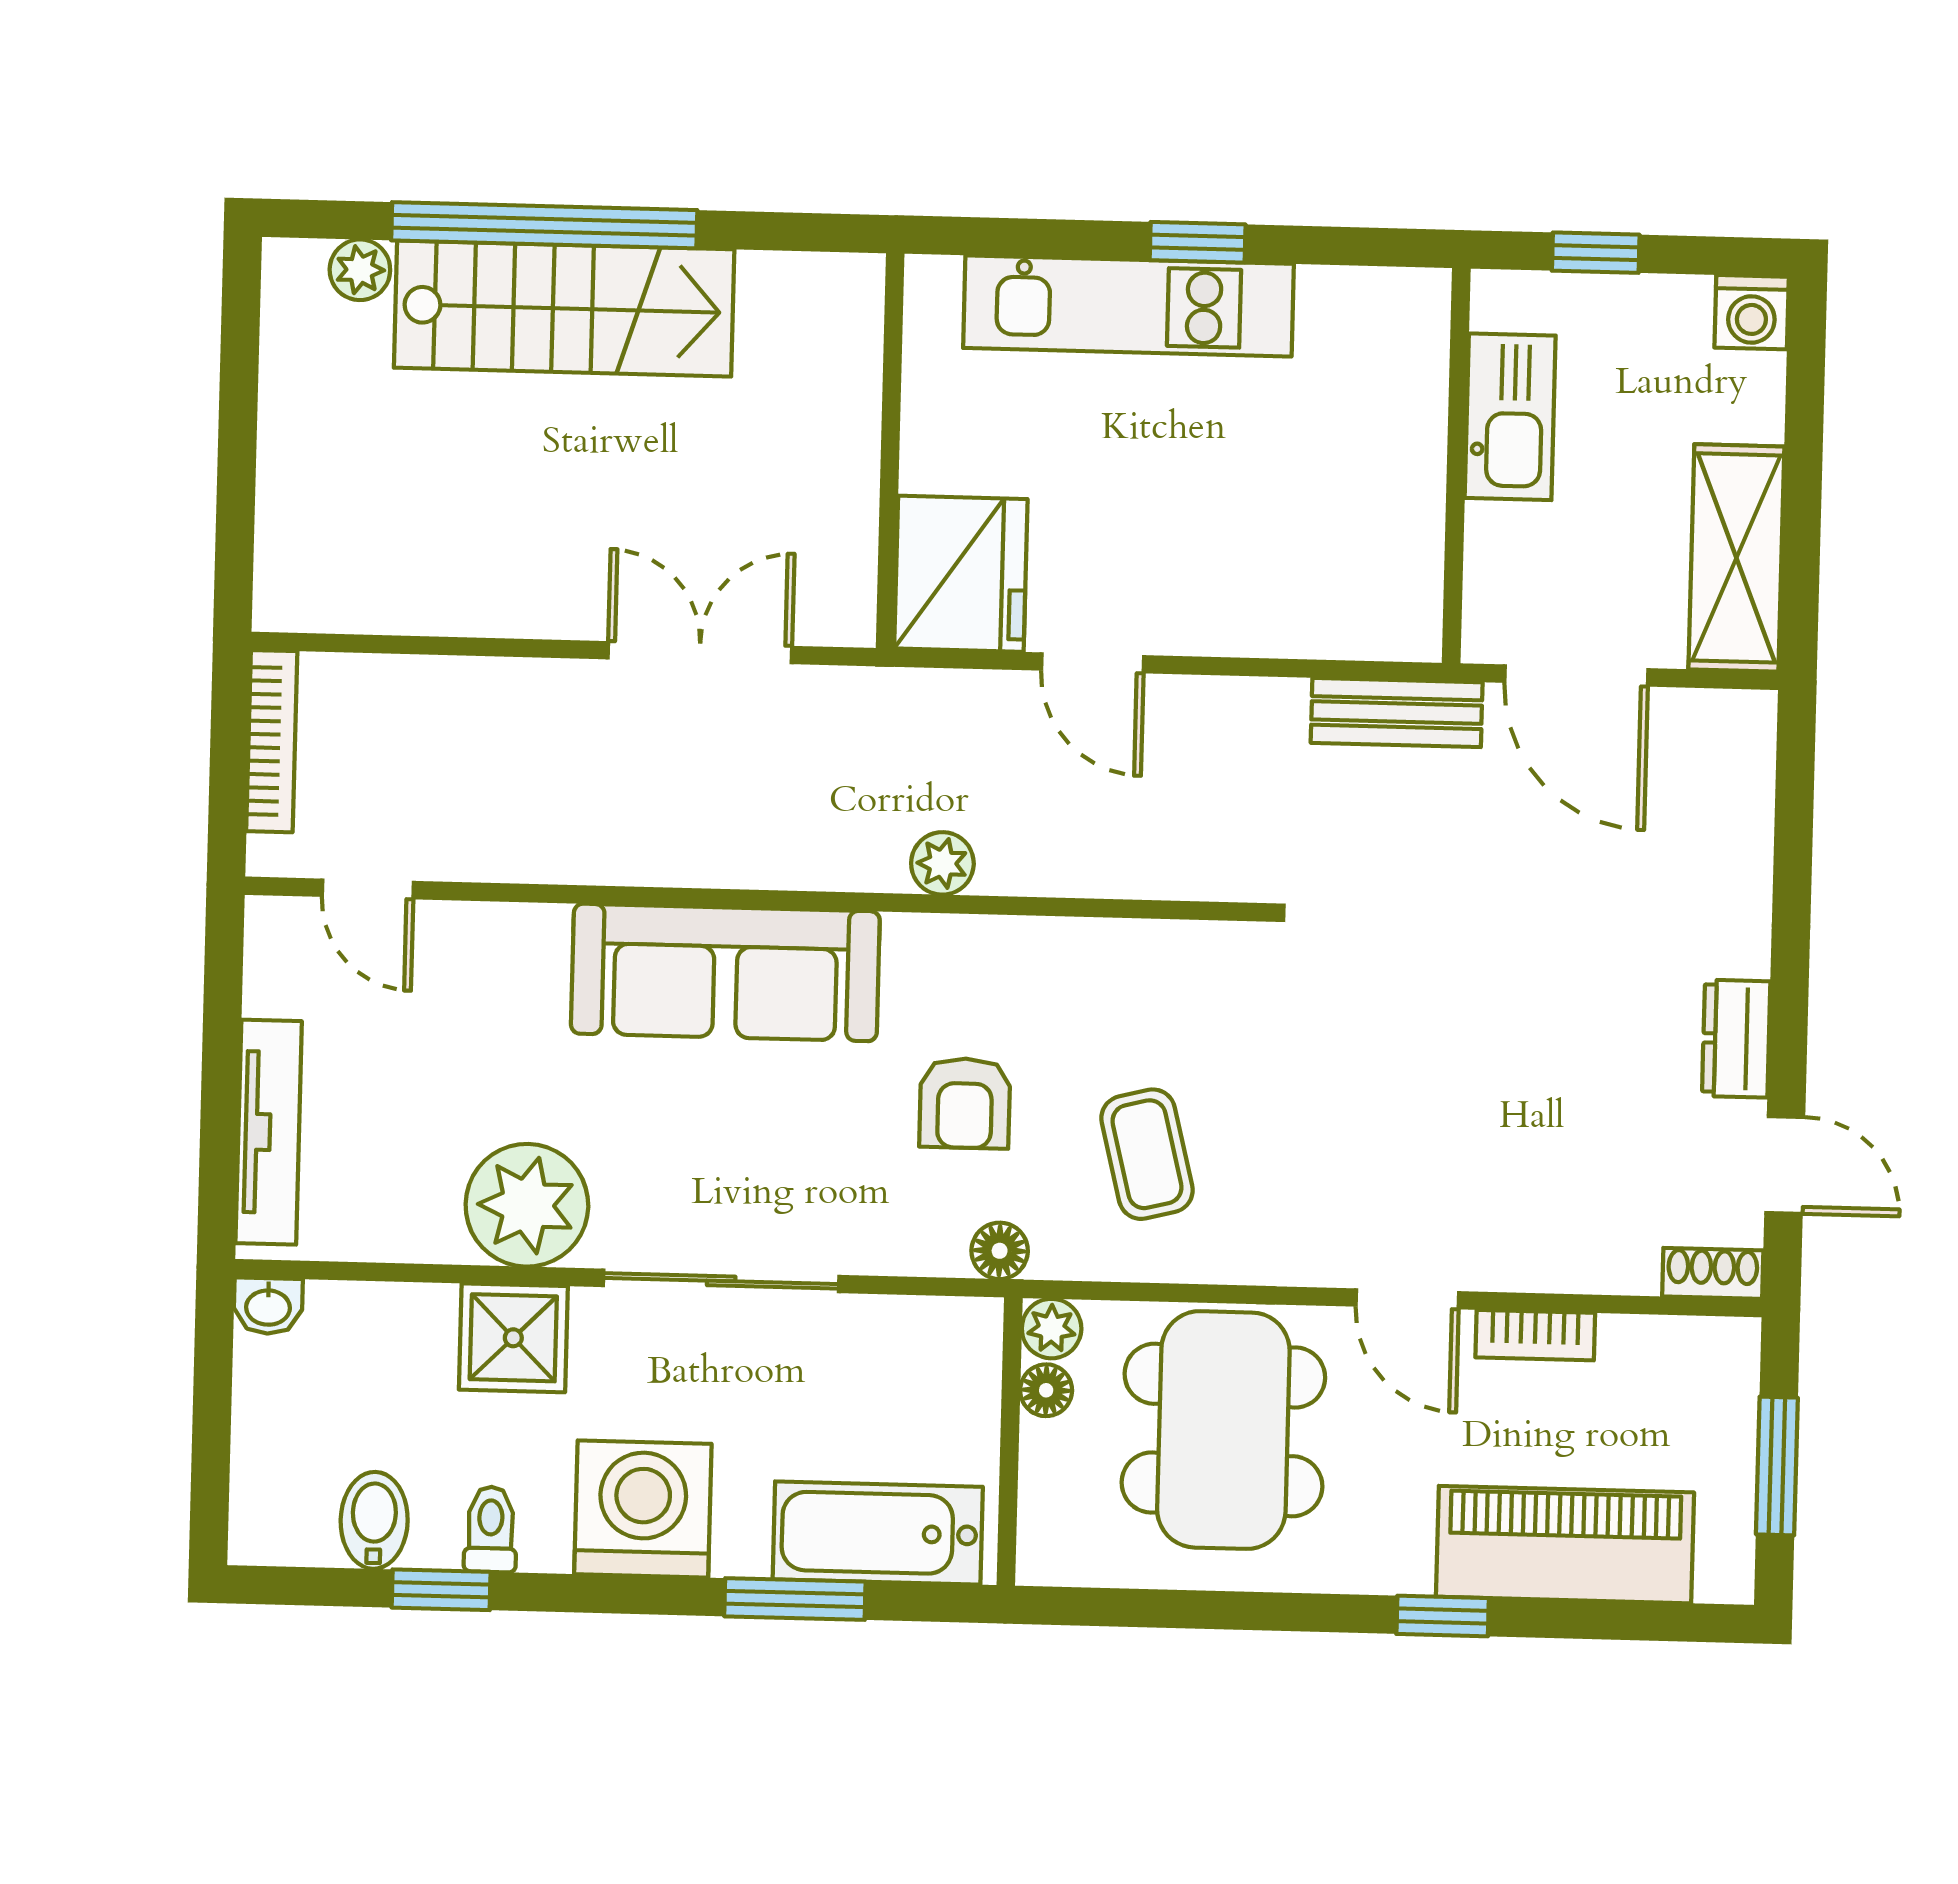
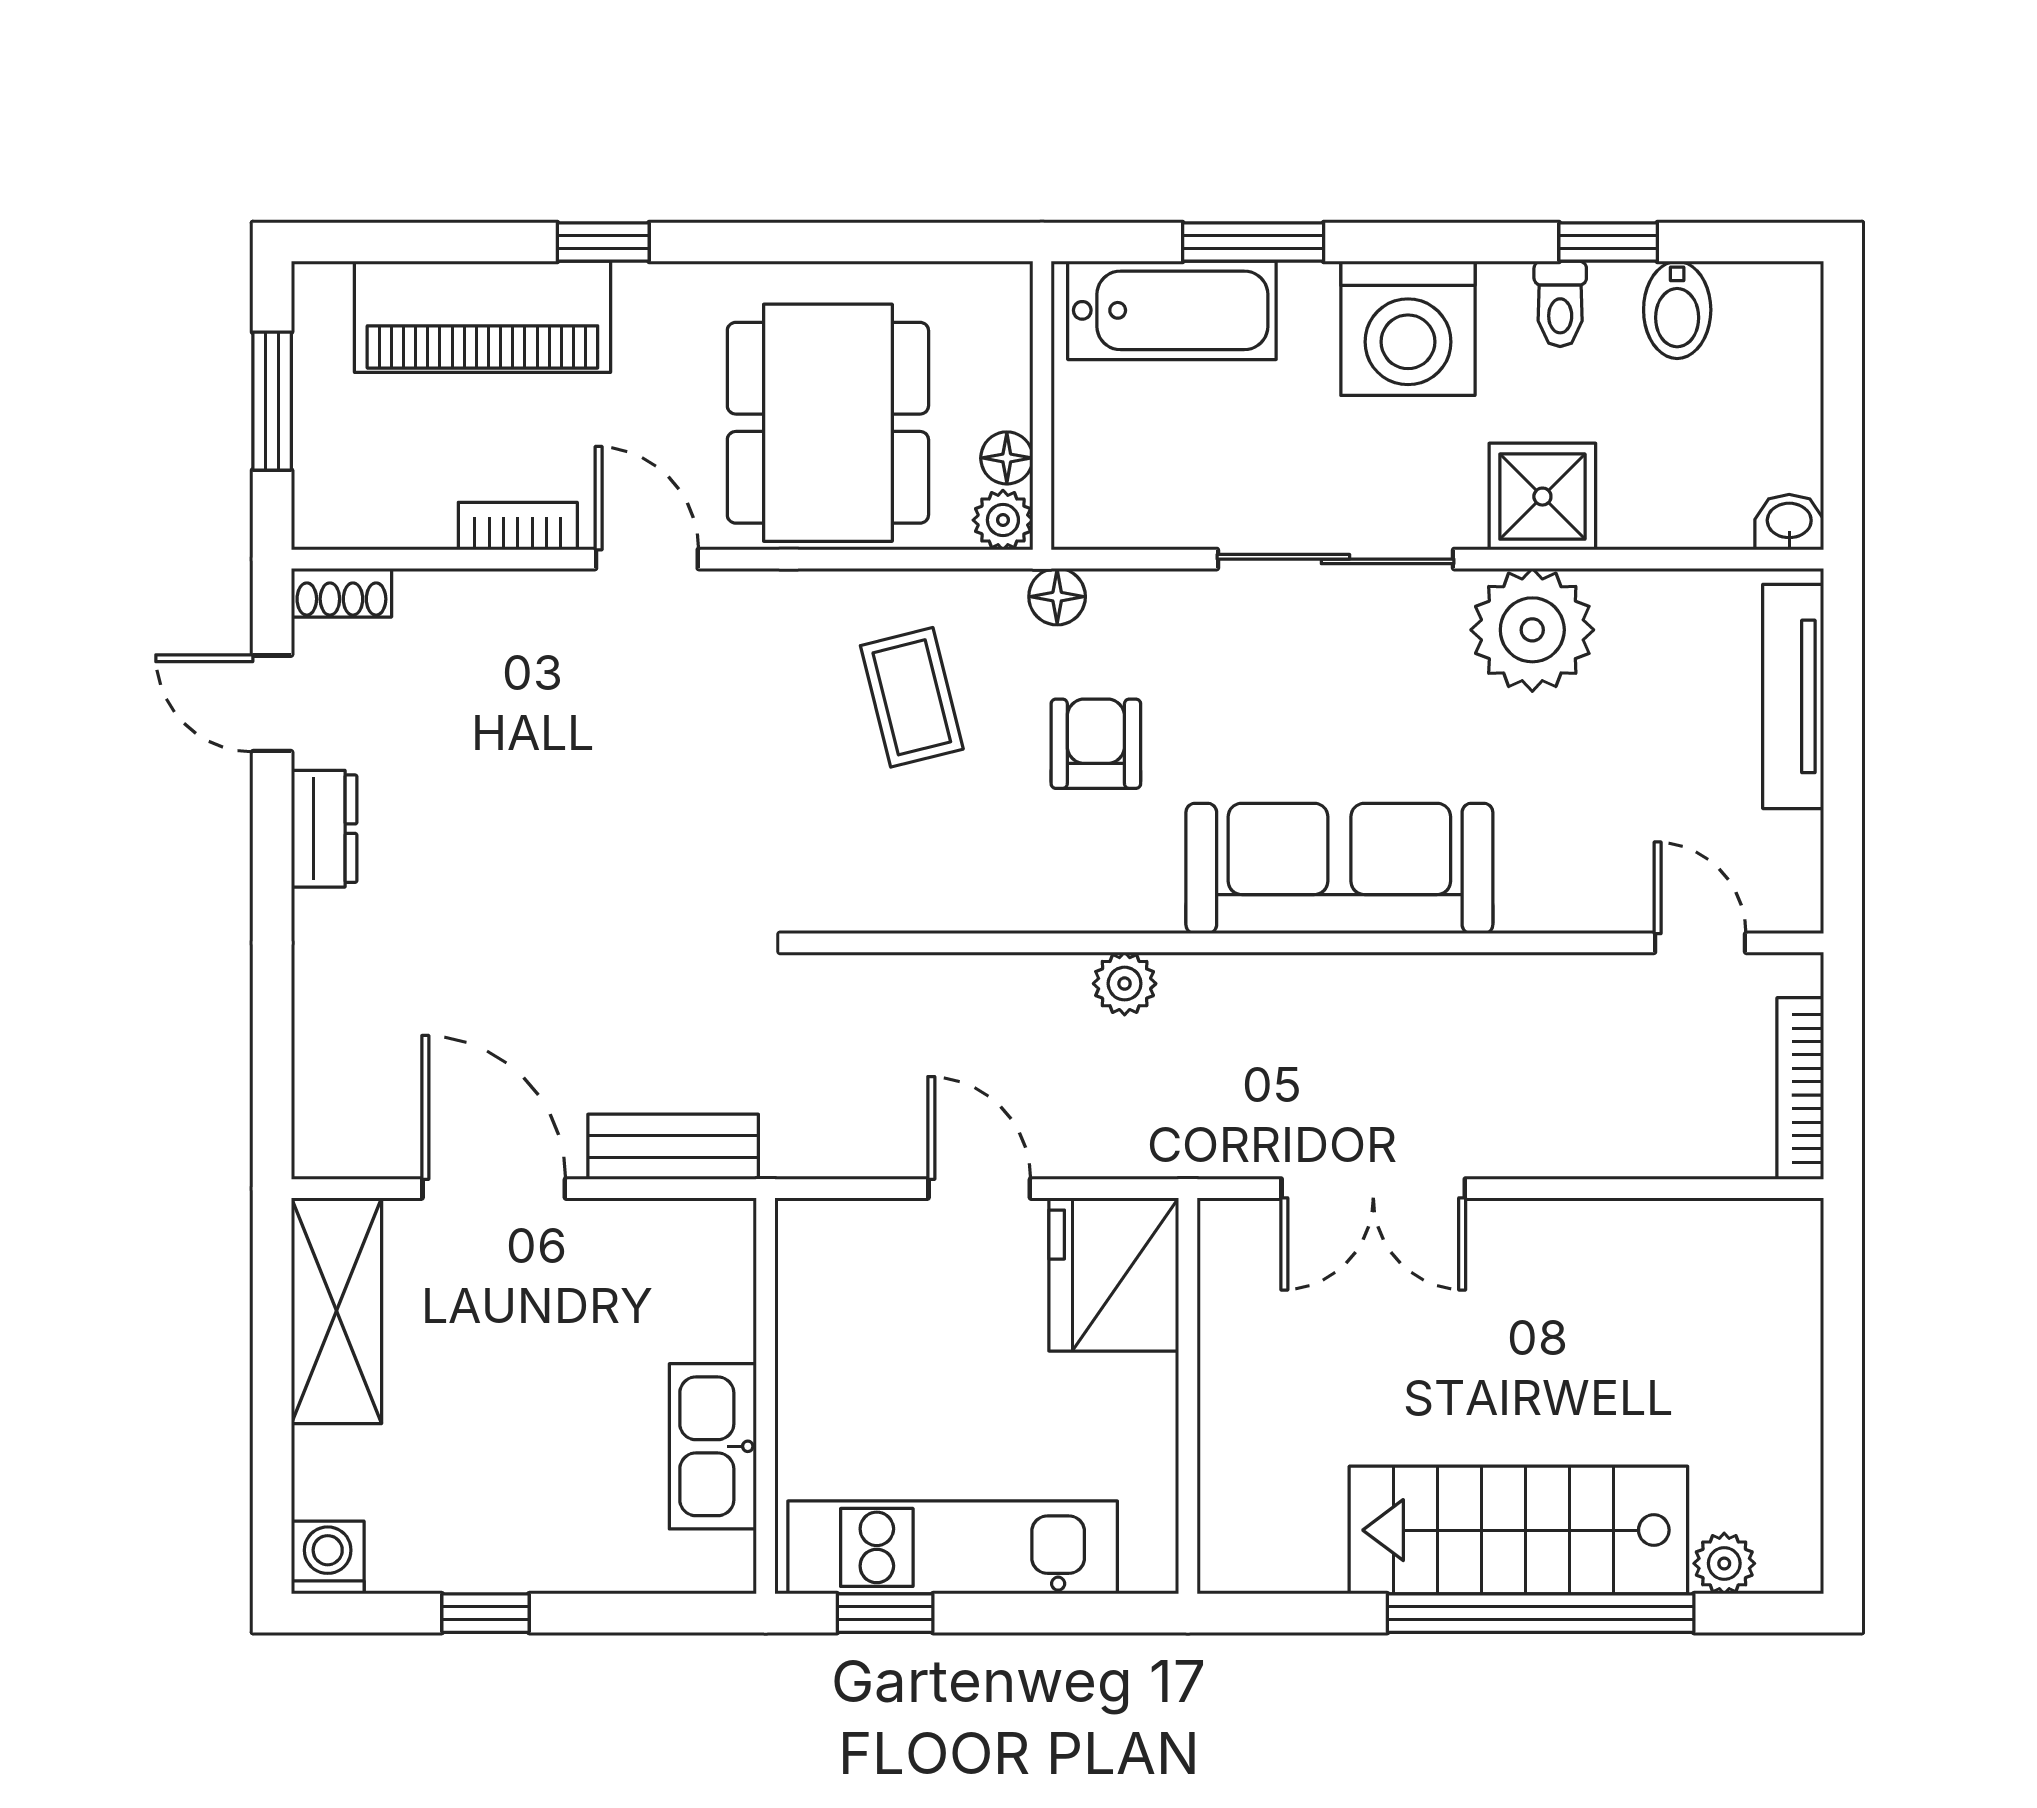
kitchen sink: (1510, 417) -> (713, 1446), moved
wall: (1456, 466) -> (766, 1396), moved

